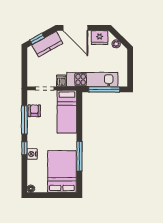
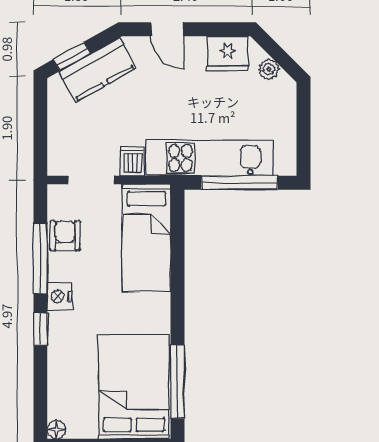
door: (75, 28) -> (168, 29), width x0.53
nightstand: (32, 154) -> (60, 296), moved
window: (79, 156) -> (177, 382), moved

